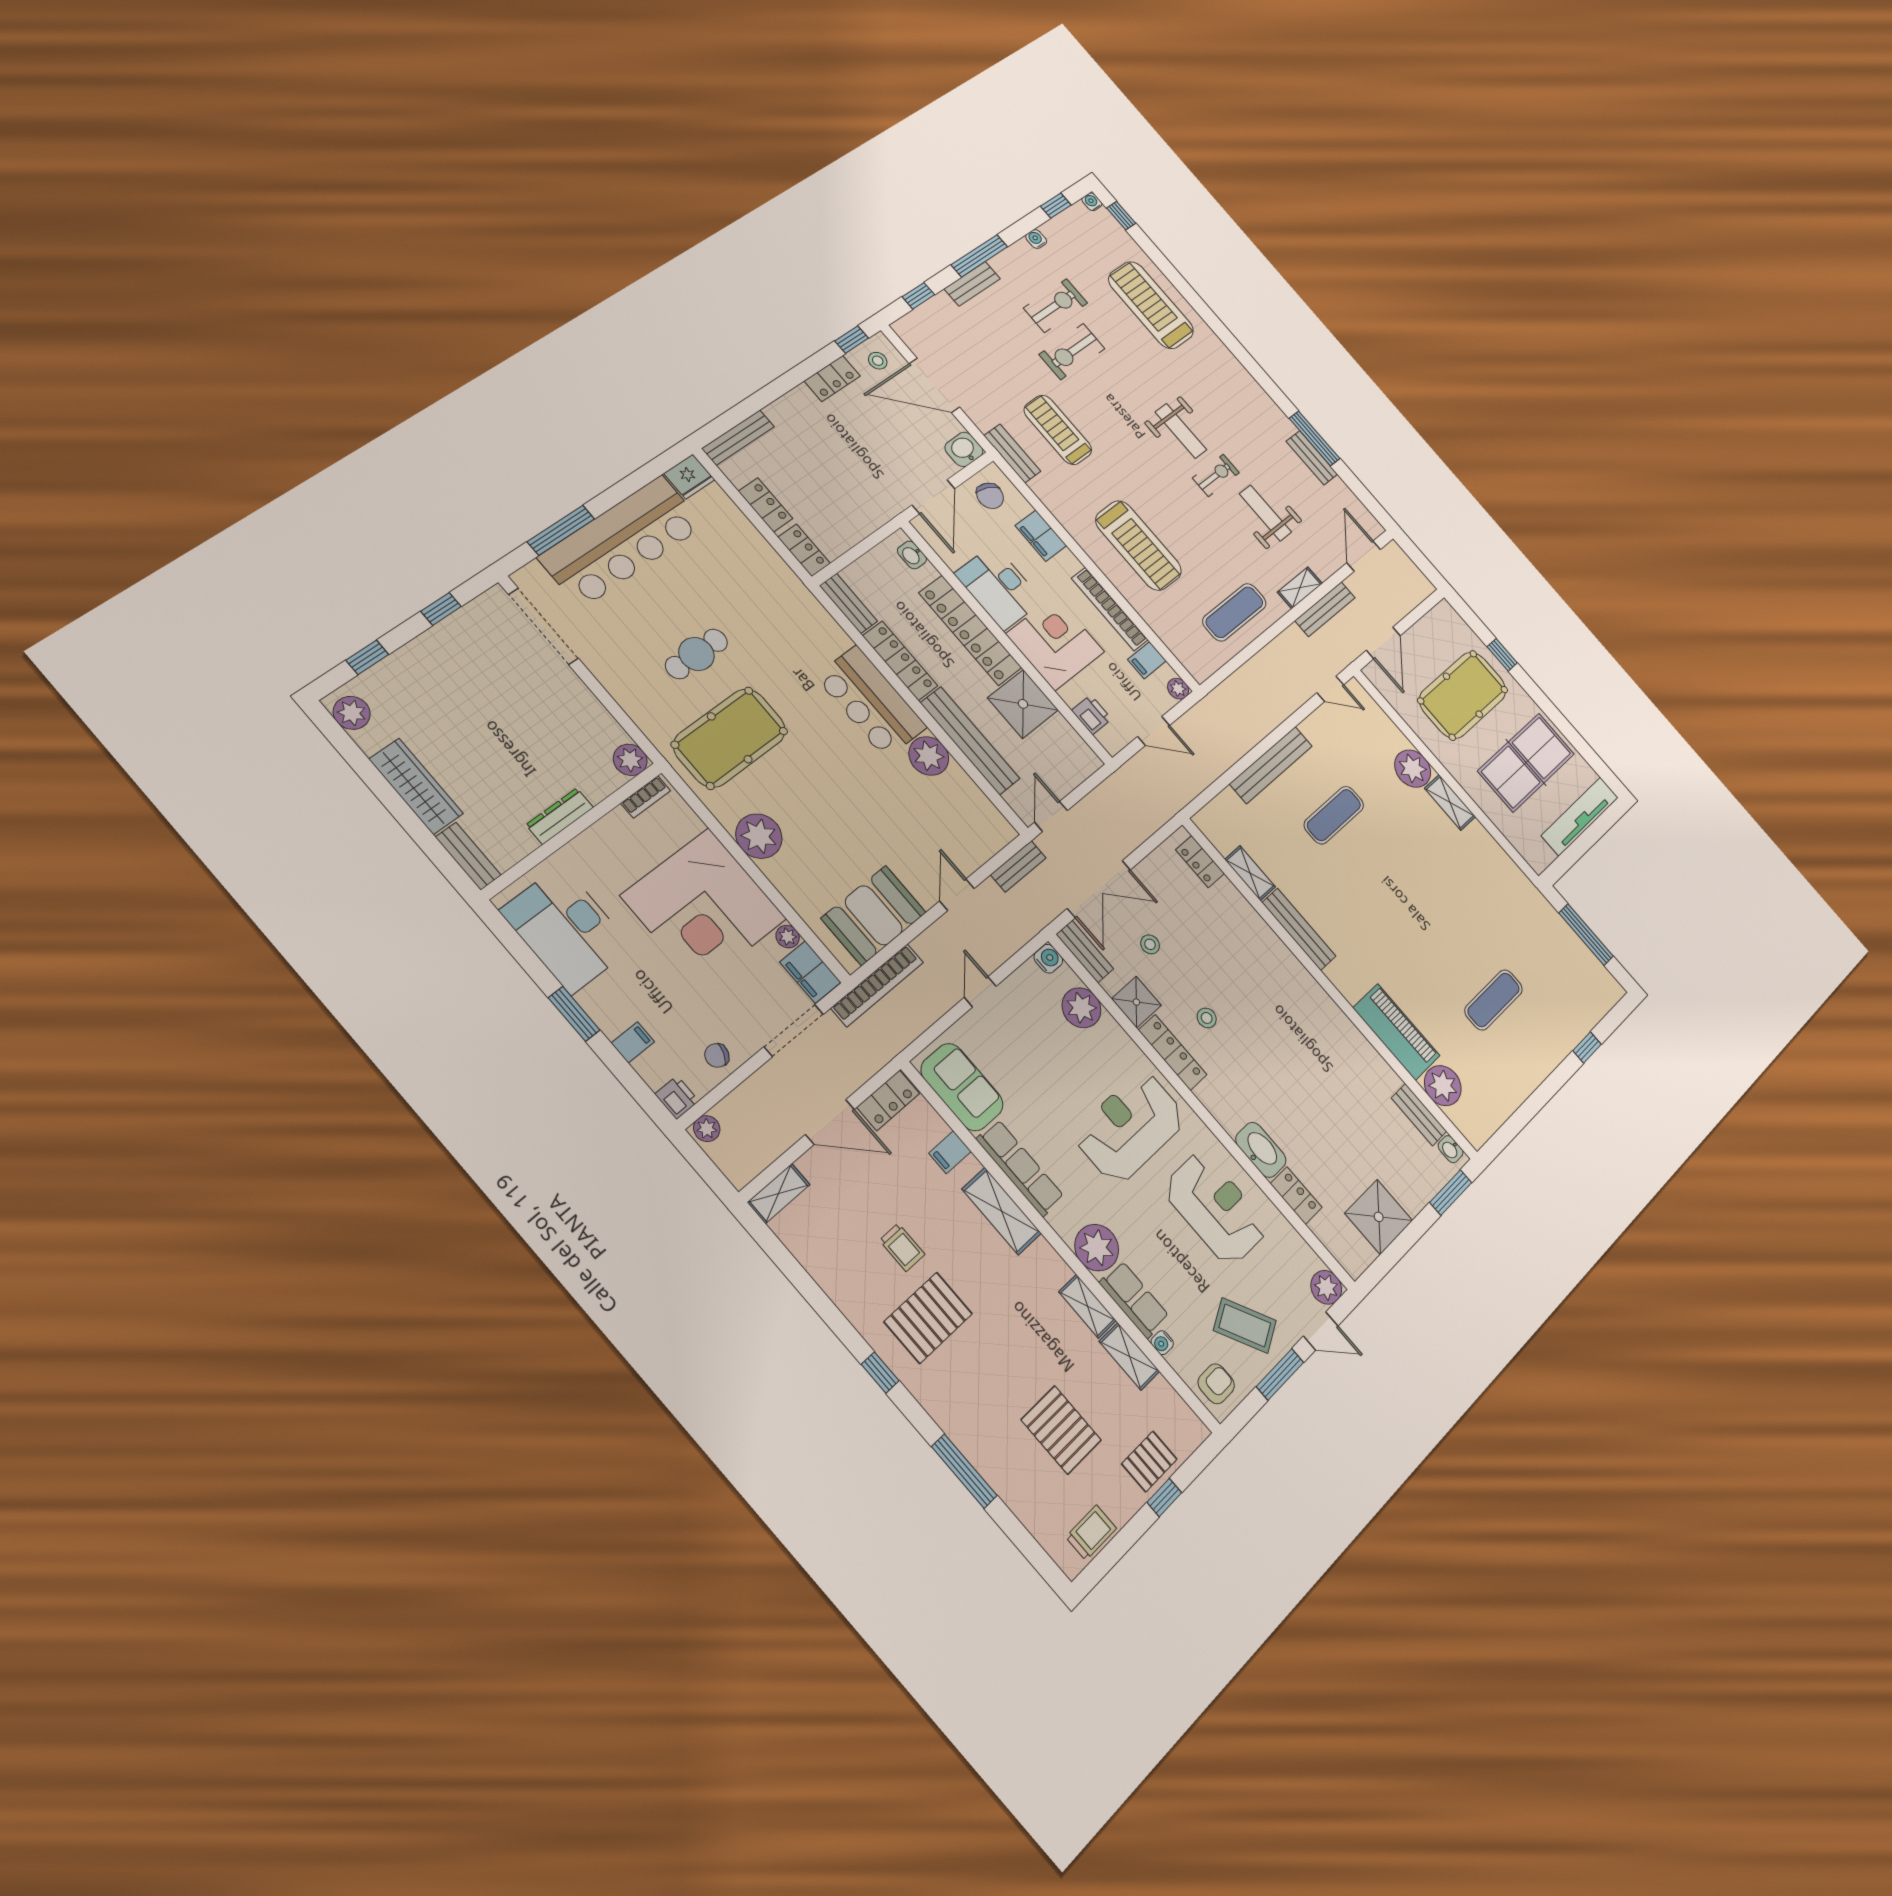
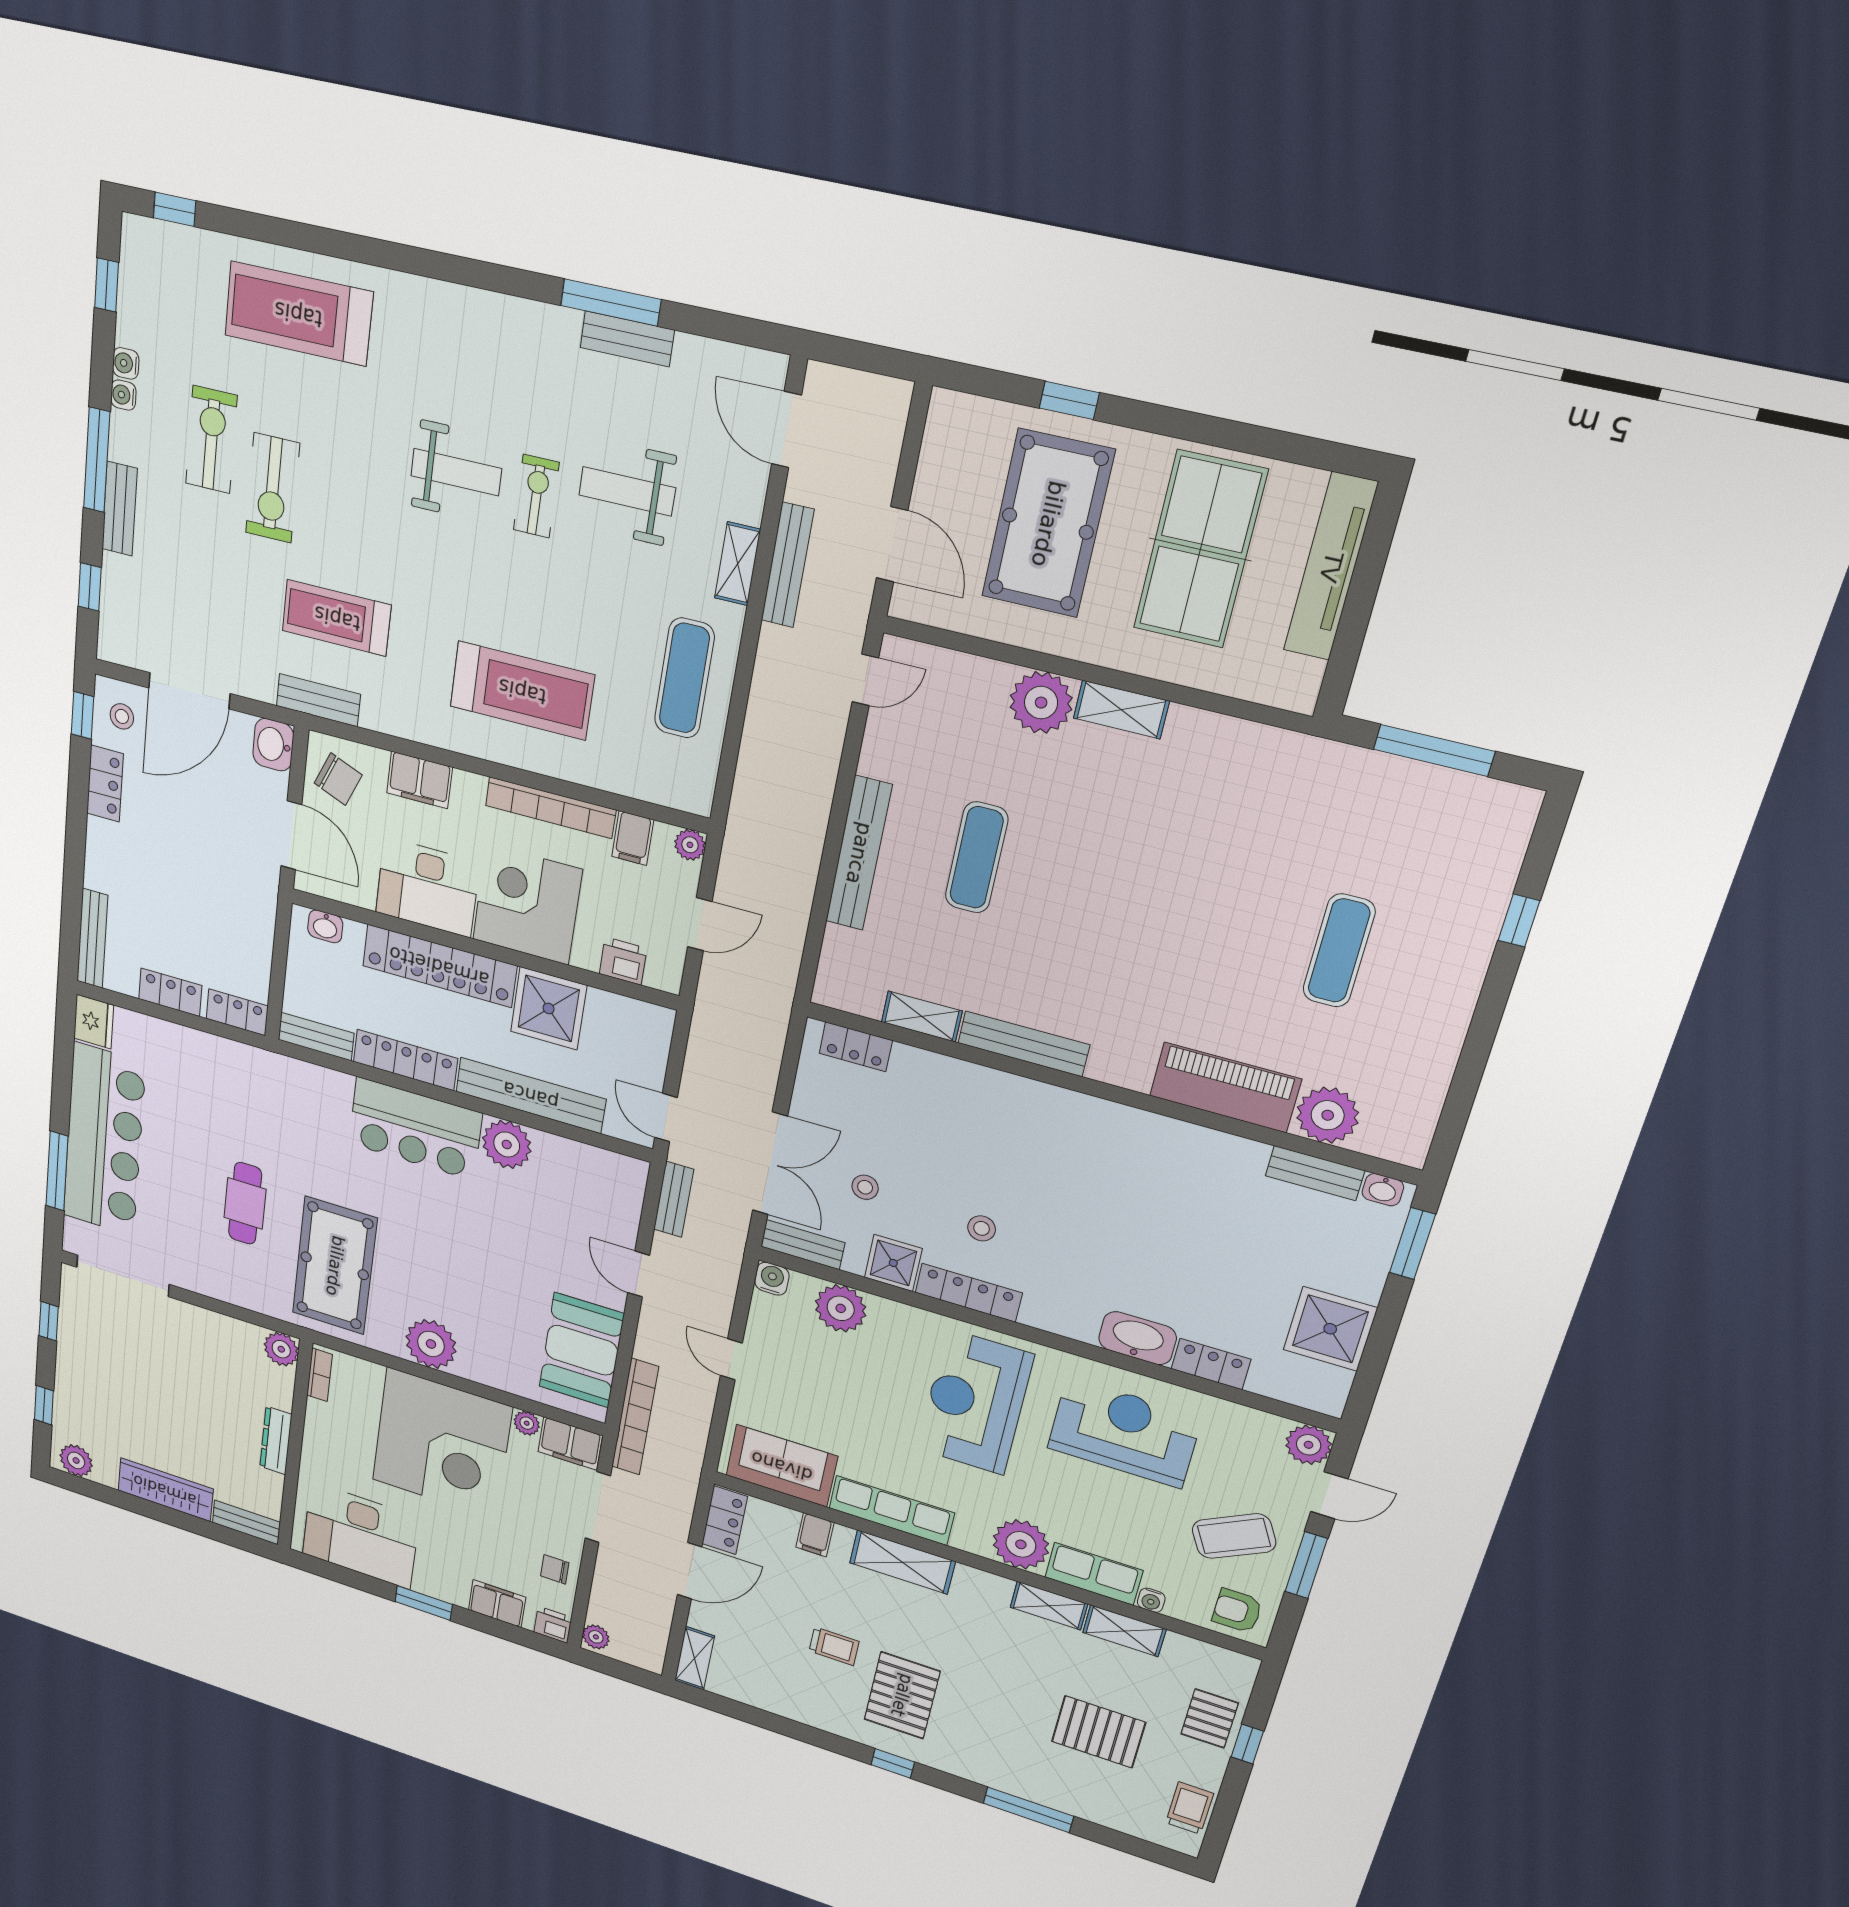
water cooler: (1092, 202) -> (123, 395), moved
filing cabinet: (633, 1042) -> (497, 1604), width x2.00
chair: (717, 1055) -> (555, 1569), turned 68
armchair: (1216, 1384) -> (1237, 1611), turned -90

